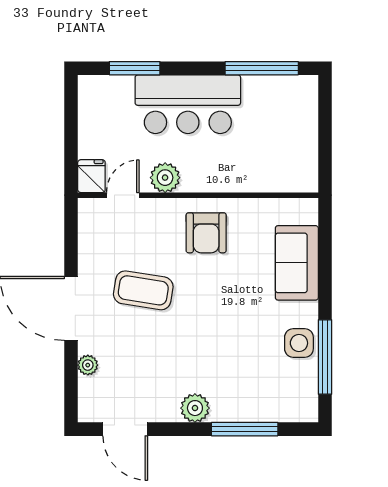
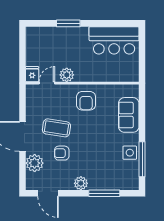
window: (135, 68) -> (68, 23), moved
window: (262, 68) -> (112, 23), removed
bar counter: (188, 104) -> (114, 40), moved
armchair: (154, 344) -> (62, 153), added
plant: (88, 365) -> (35, 163), width x1.88, depth x1.88

